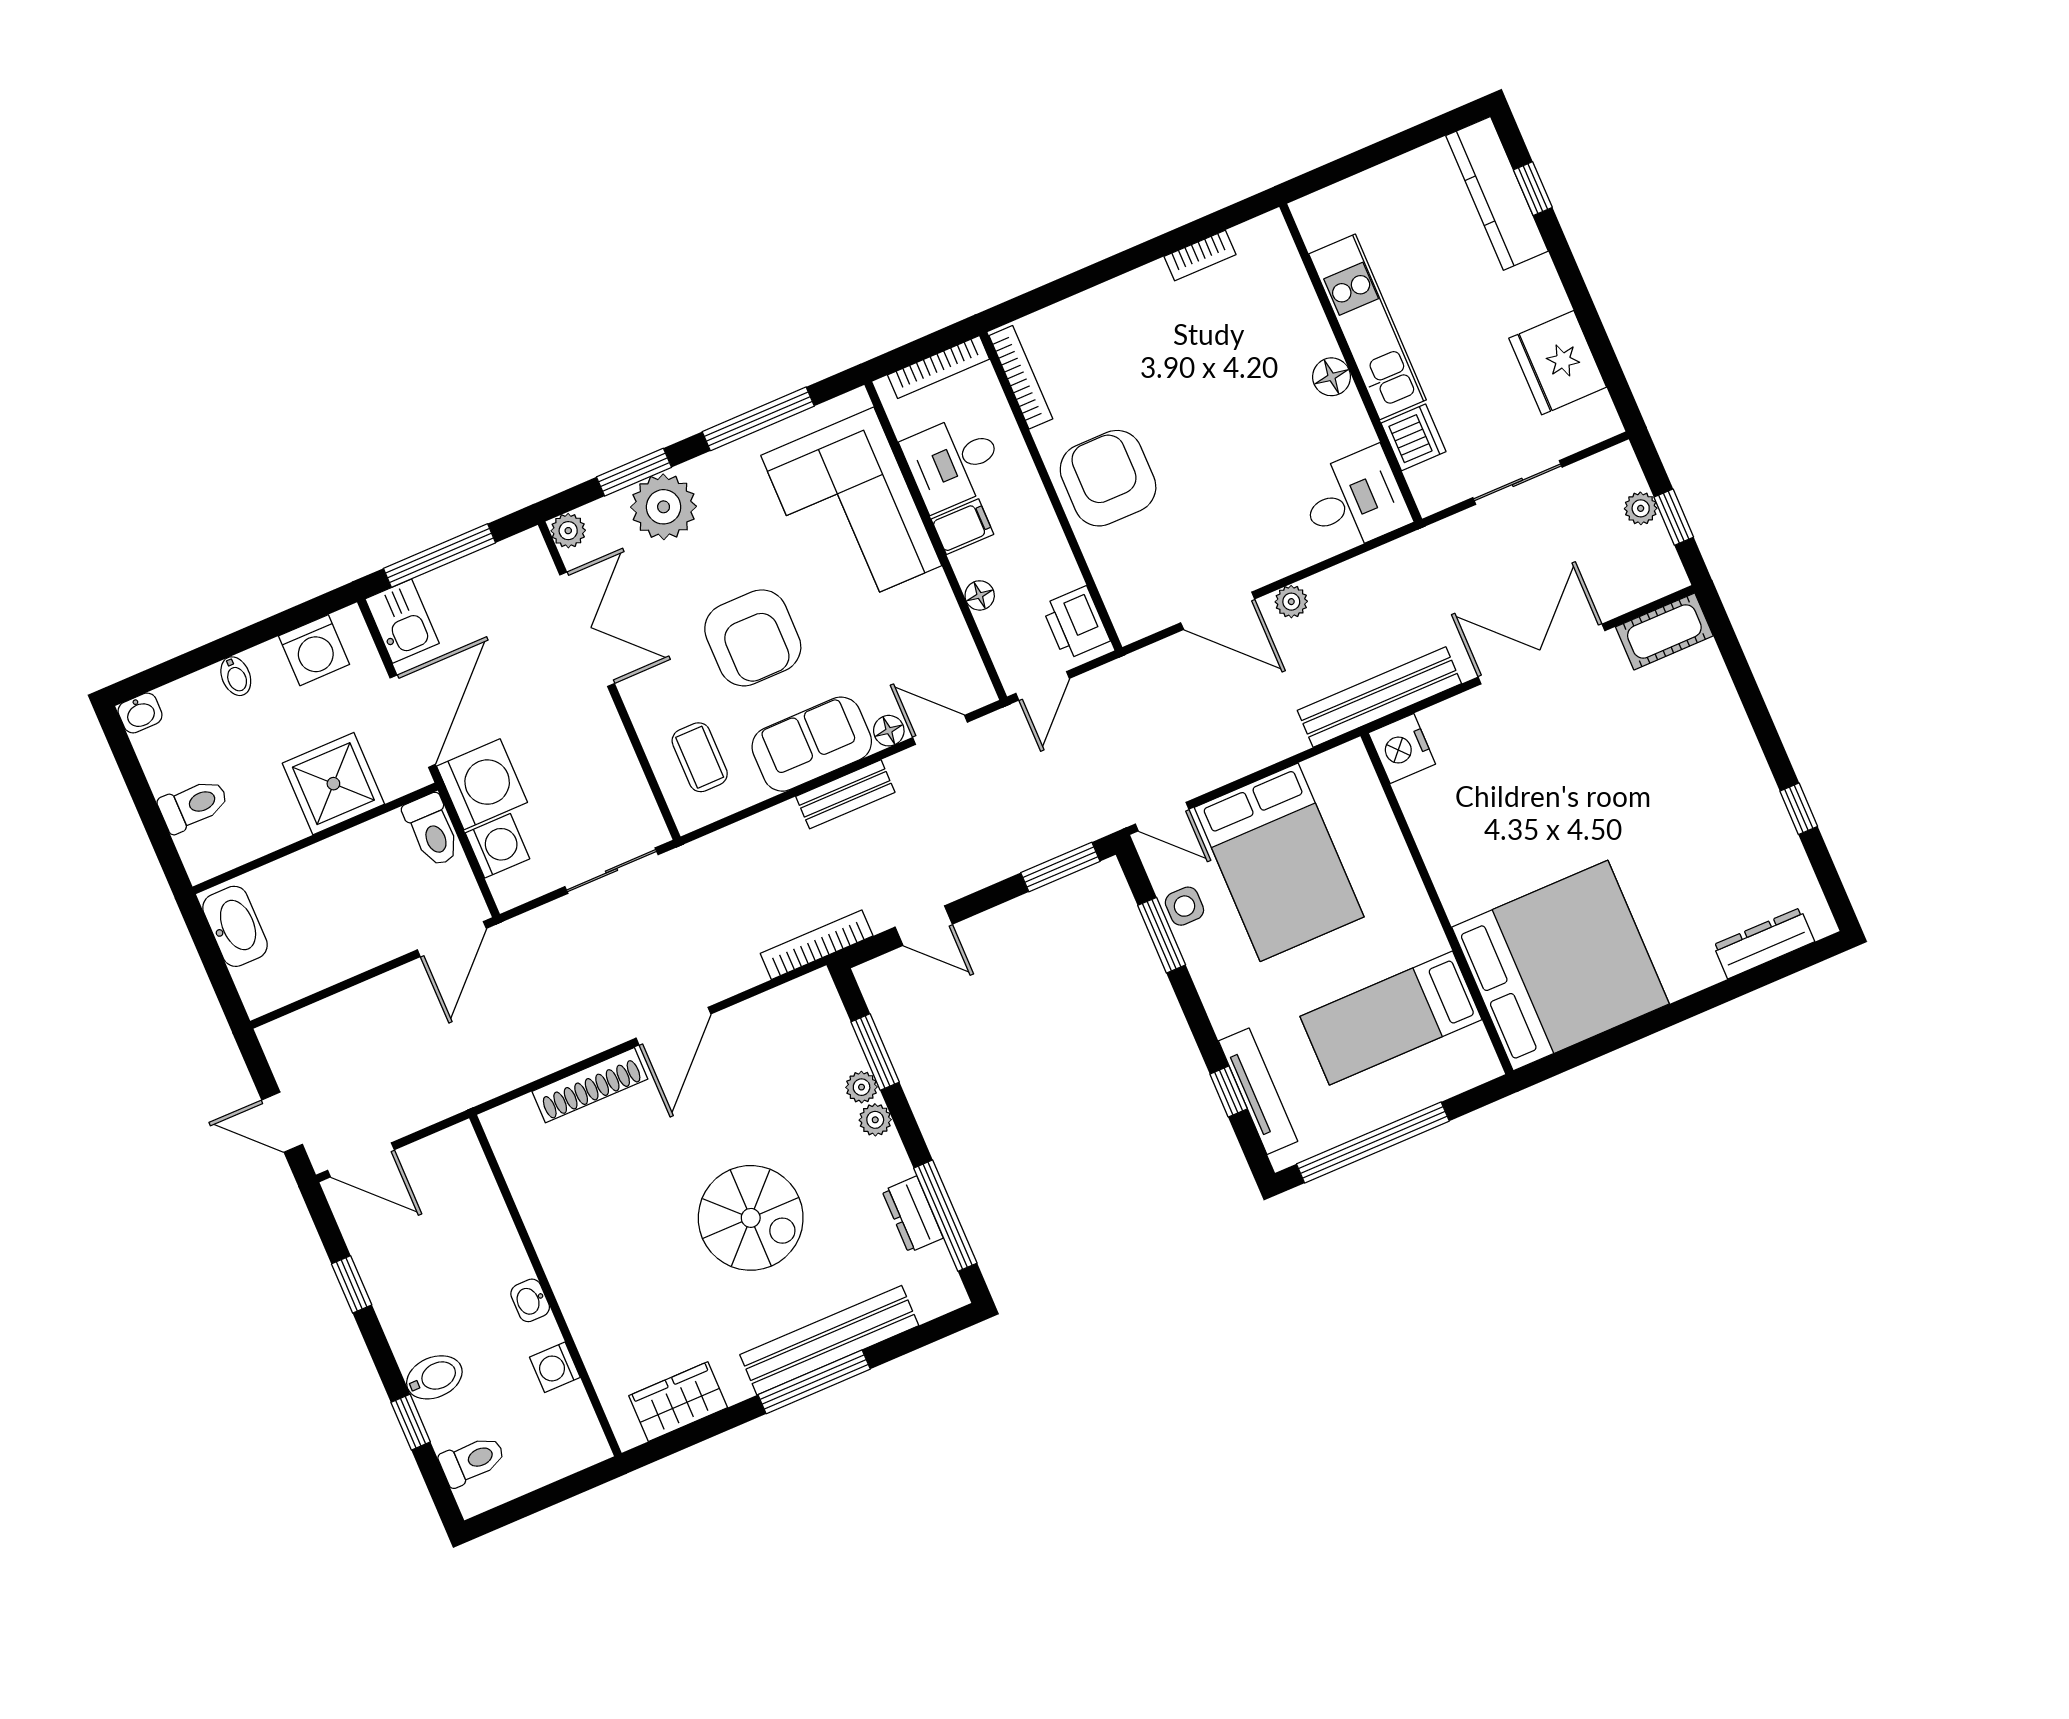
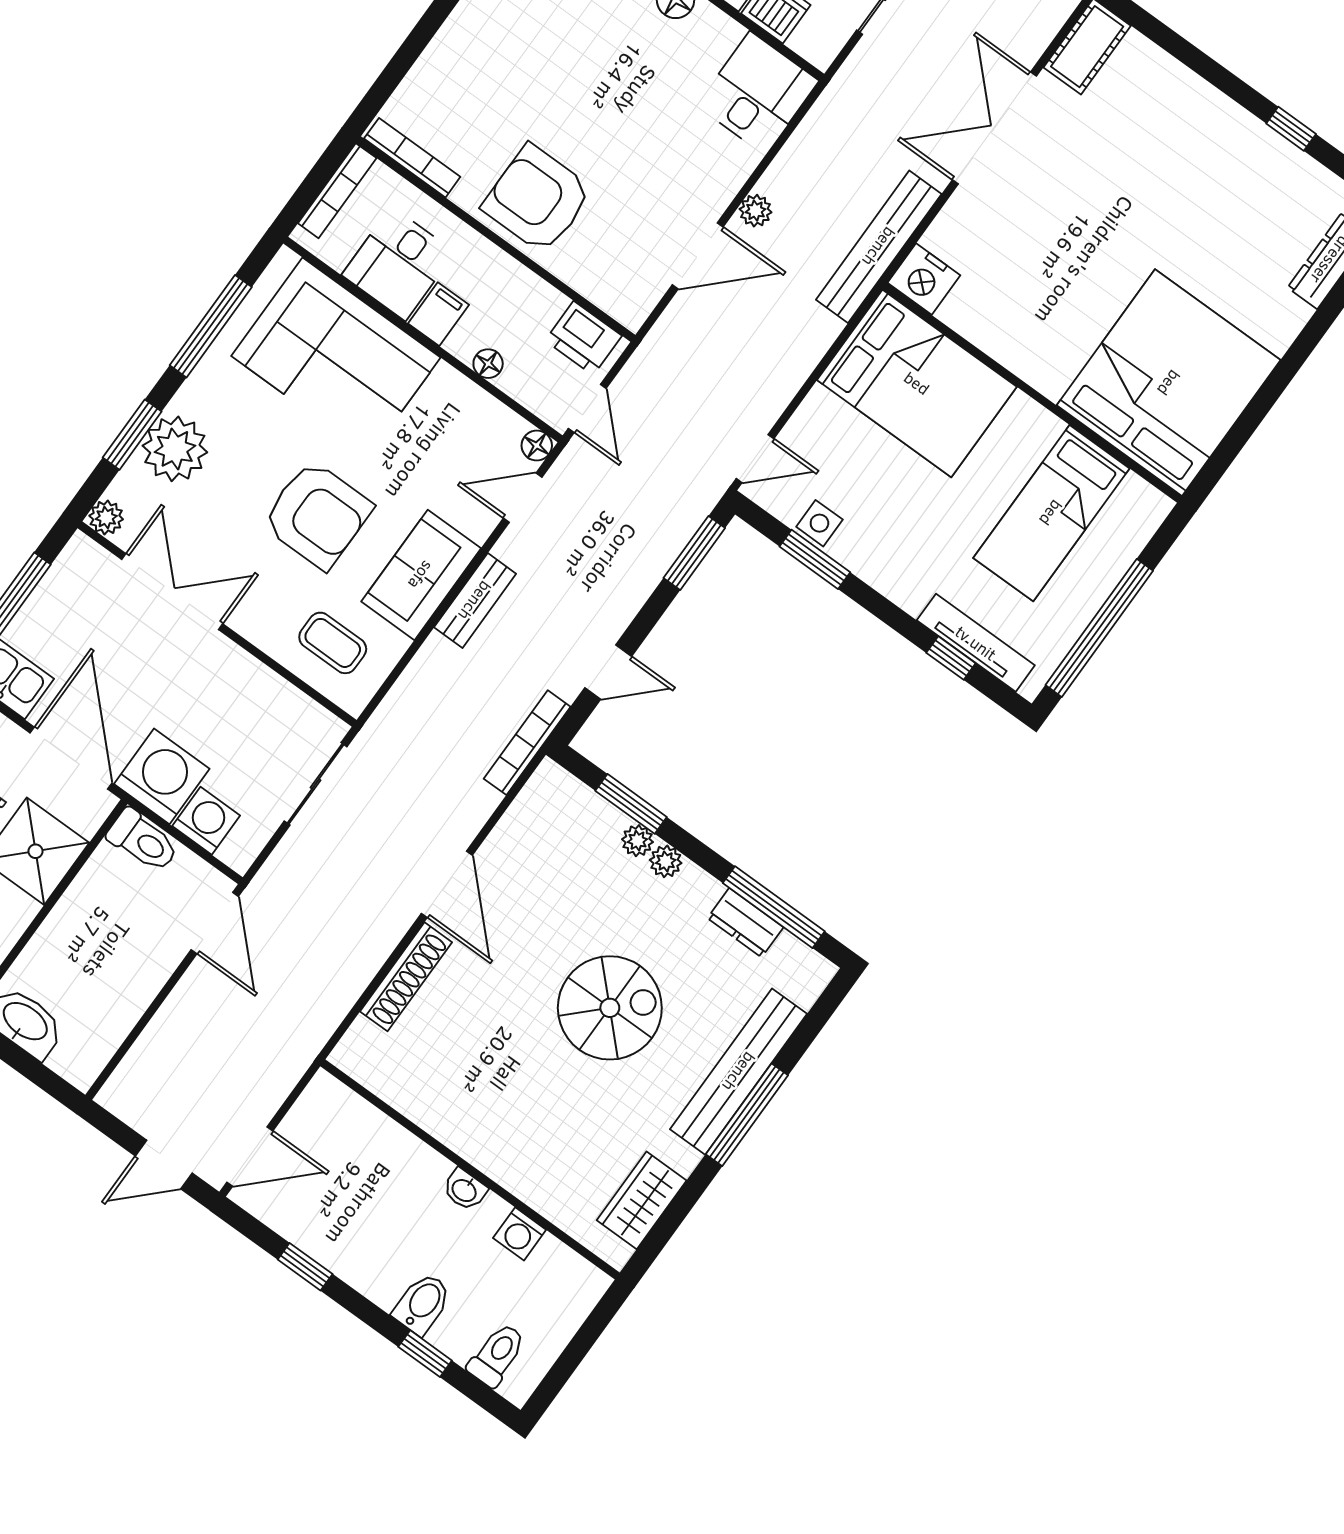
floor lamp: (889, 731) -> (537, 446), moved
bed: (1279, 862) -> (917, 383), moved

